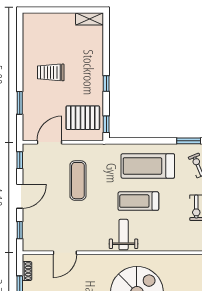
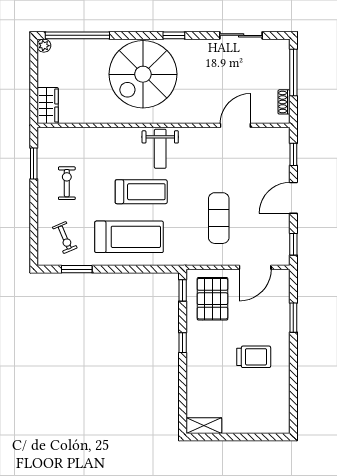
pallet: (83, 118) -> (212, 299), turned 90

